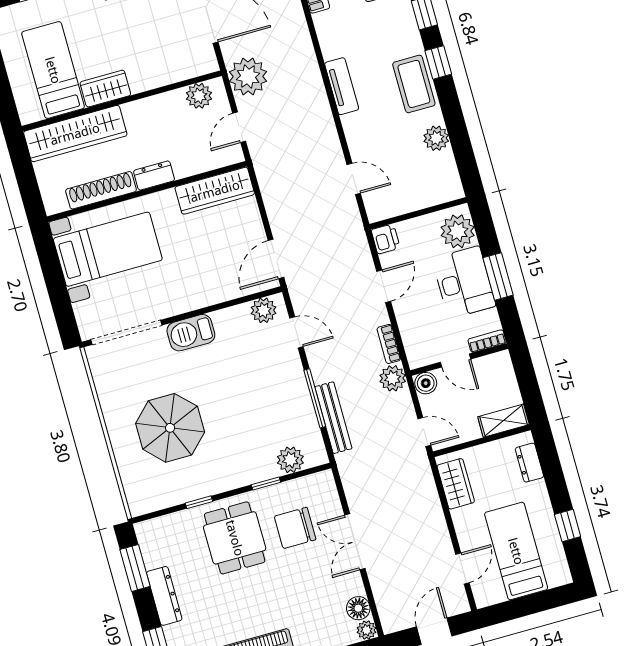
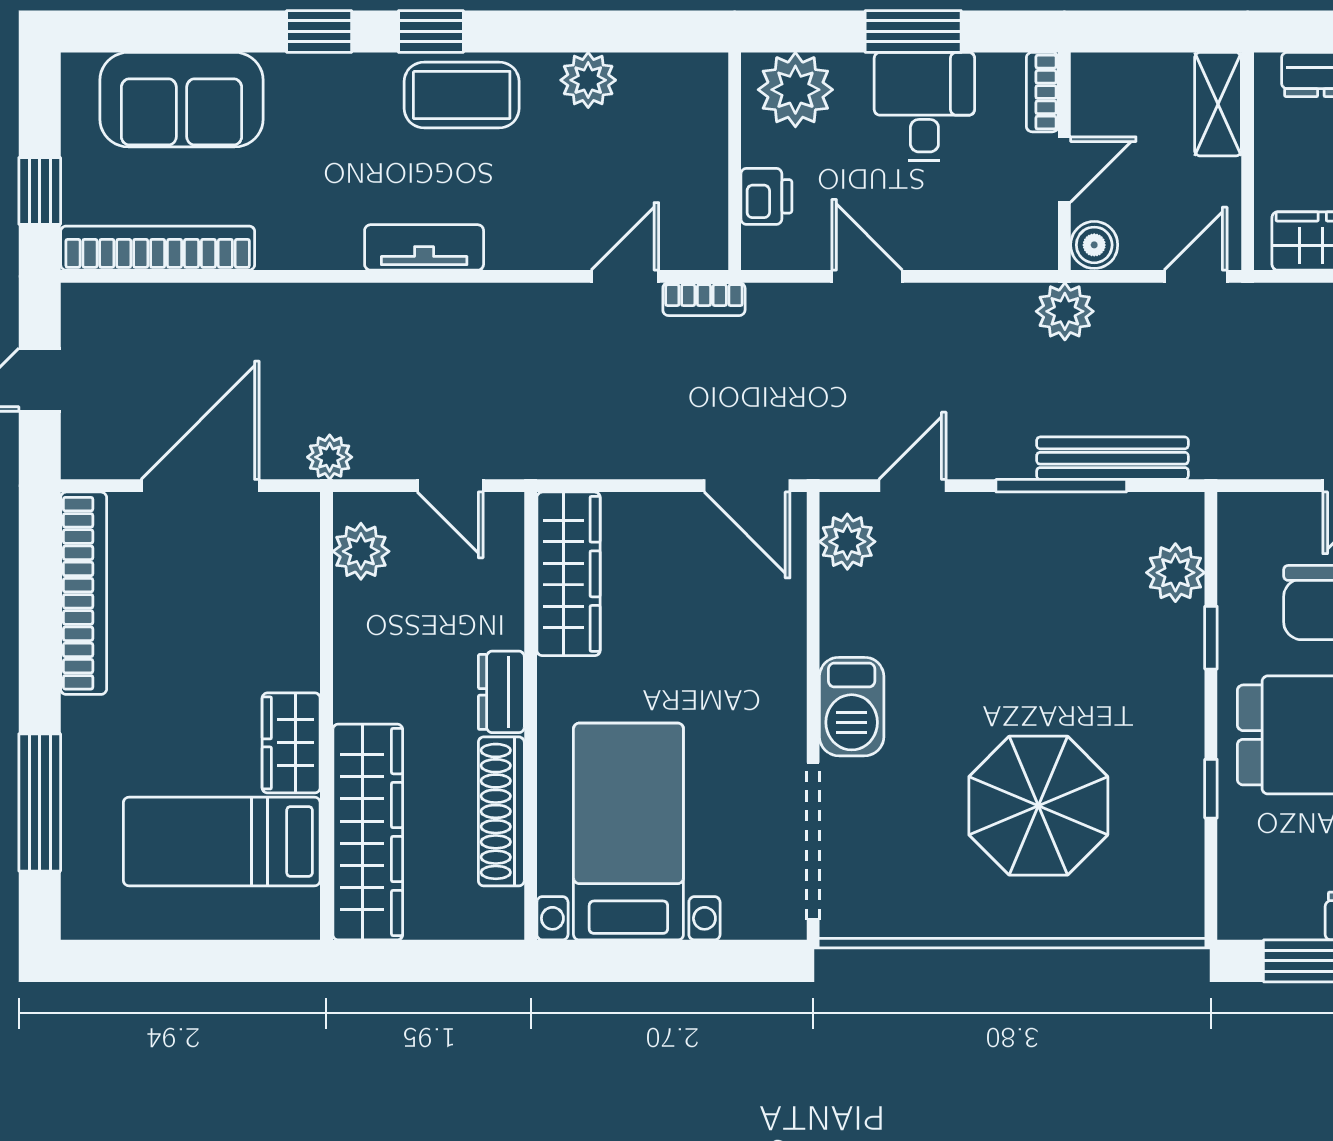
plant: (248, 76) -> (330, 457), width x0.53, depth x0.53
printer: (386, 239) -> (766, 196), moved, turned 90
desk: (464, 282) -> (924, 106), width x0.73
bookcase: (389, 344) -> (704, 299), moved

